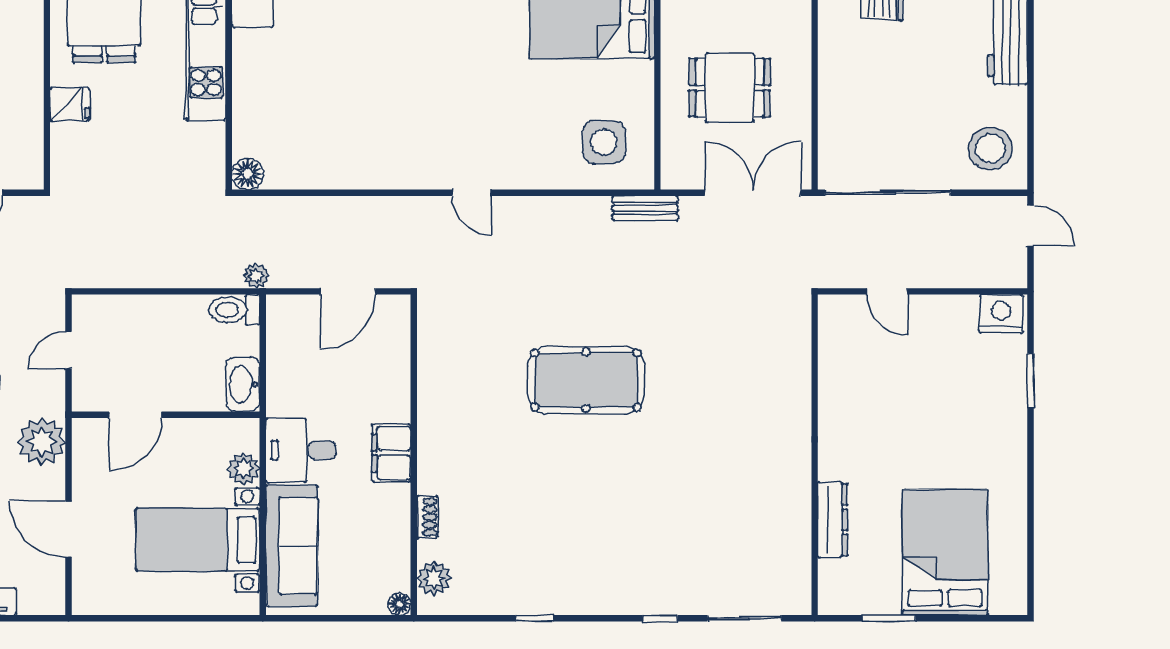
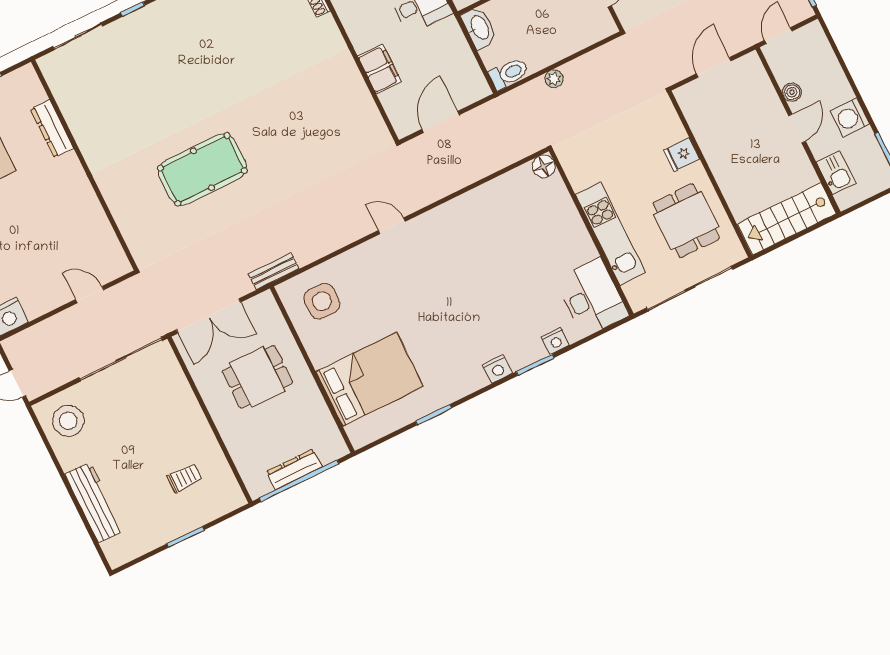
plant: (256, 276) -> (554, 79), moved
pool table: (586, 380) -> (202, 169), moved
filing cabinet: (391, 453) -> (379, 69), moved

